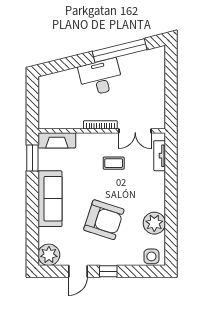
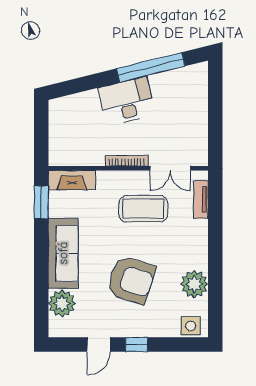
coffee table: (114, 163) -> (143, 209), width x1.86, depth x1.72
plant: (49, 255) -> (62, 303), moved

